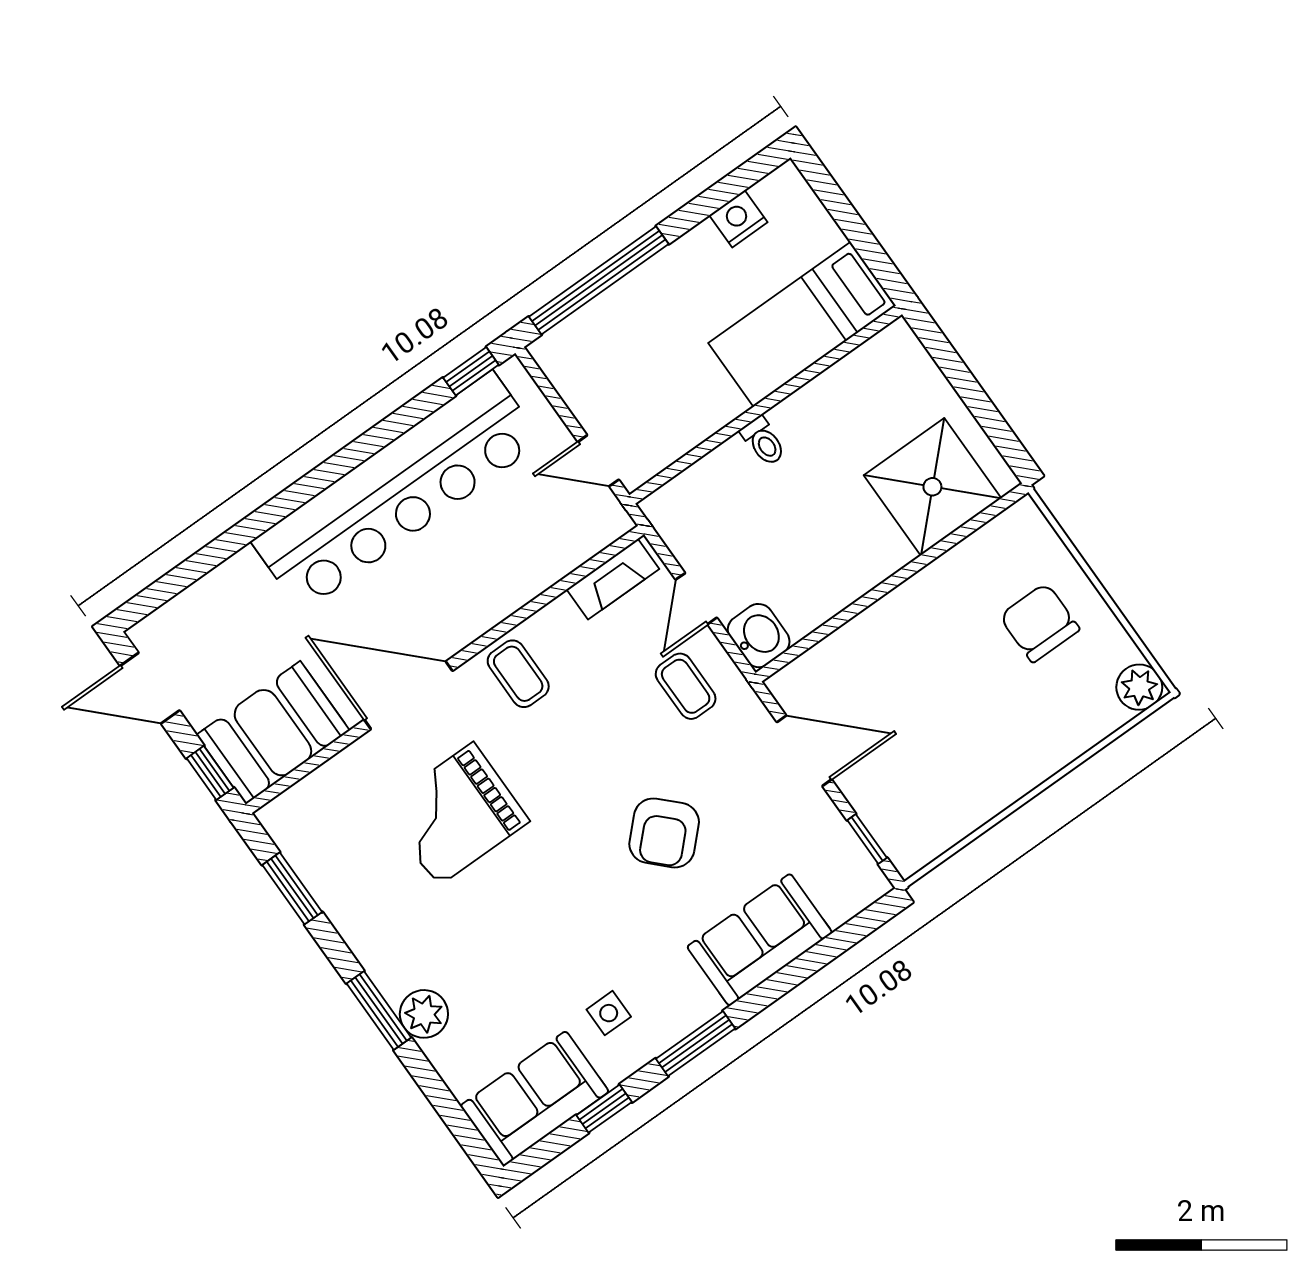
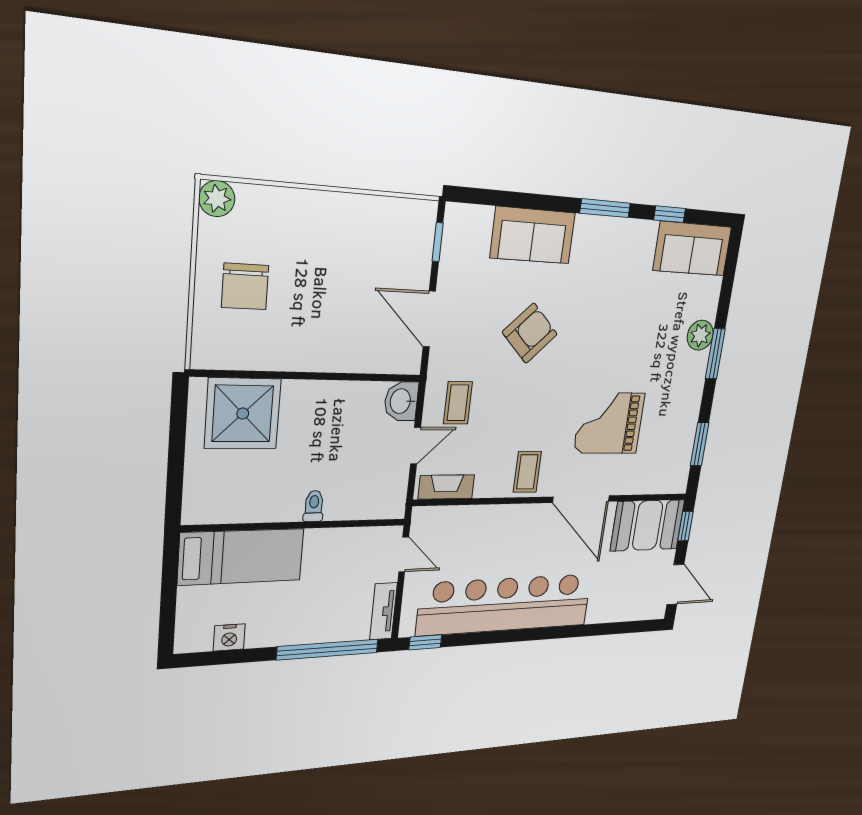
tv unit: (564, 374) -> (384, 611), added
grand piano: (456, 814) -> (609, 423), turned 180
side table: (609, 1013) -> (628, 262), removed

